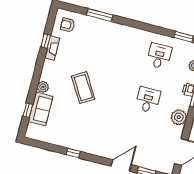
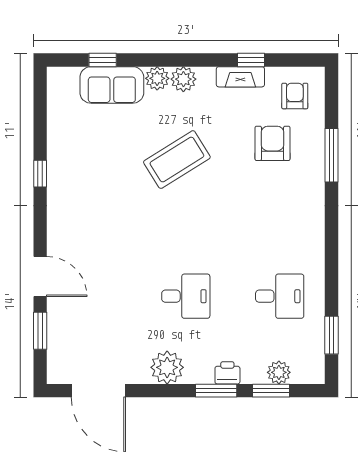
armchair: (87, 41) -> (273, 143), added
plant: (46, 75) -> (183, 79), added

